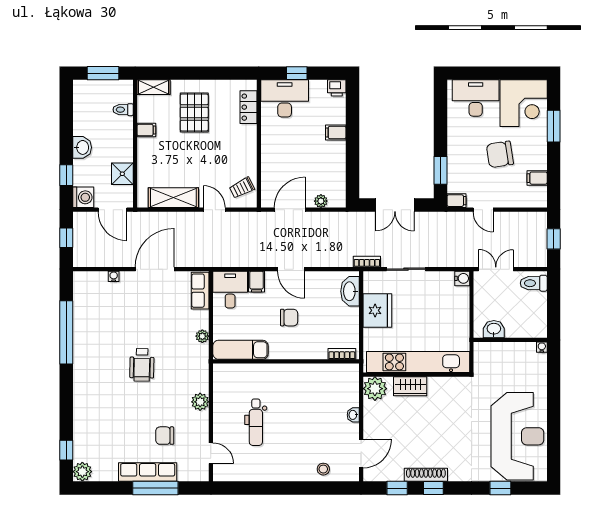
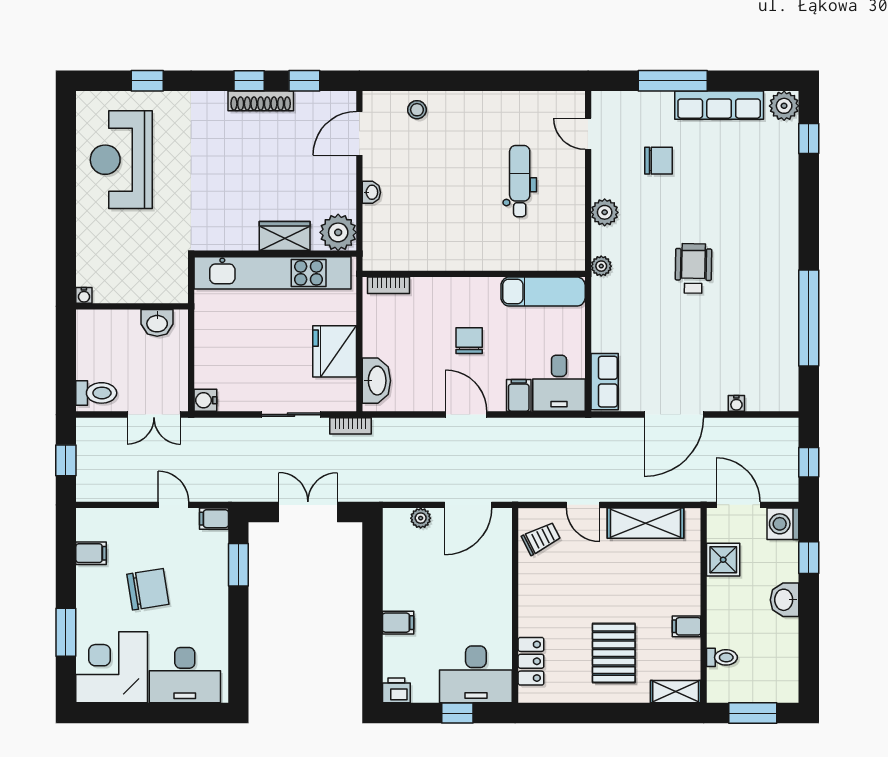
chair: (289, 318) -> (469, 341), turned 90
plant: (202, 336) -> (601, 266), moved
reception desk: (517, 436) -> (121, 160), width x0.74, depth x0.77
row of seats: (148, 472) -> (719, 105), moved

